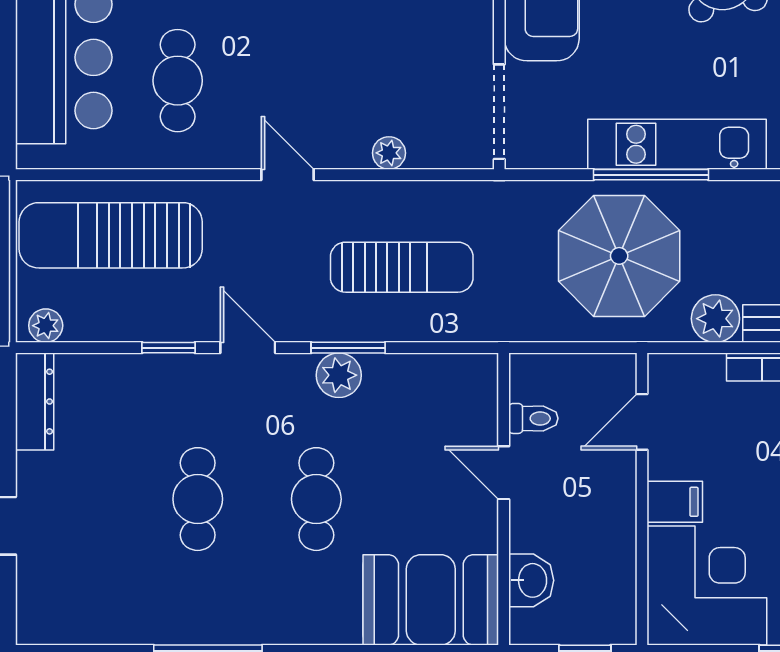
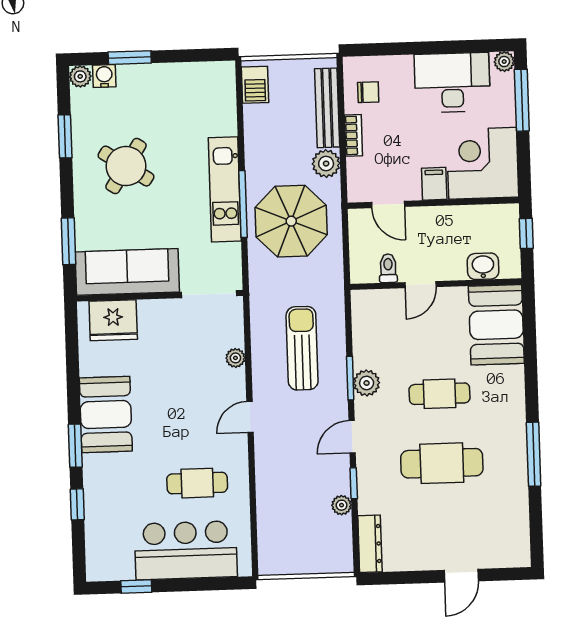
sun lounger: (111, 235) -> (289, 519), removed
plant: (46, 326) -> (342, 505), moved
dresser: (35, 402) -> (370, 544), moved, turned 90
cafe table: (198, 499) -> (442, 463), width x1.37, depth x1.35

